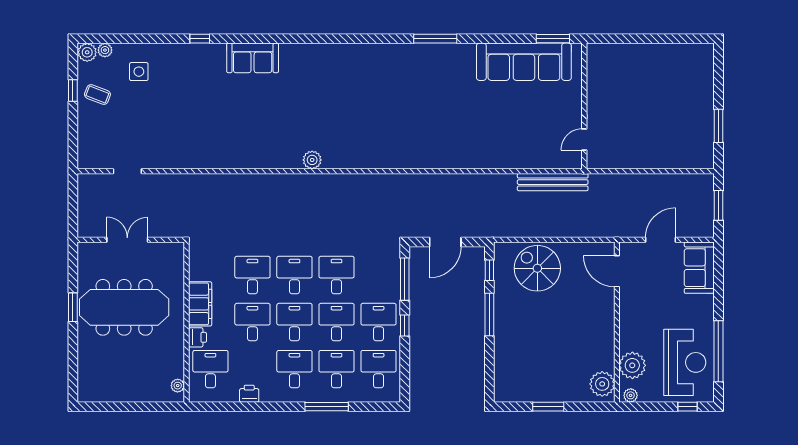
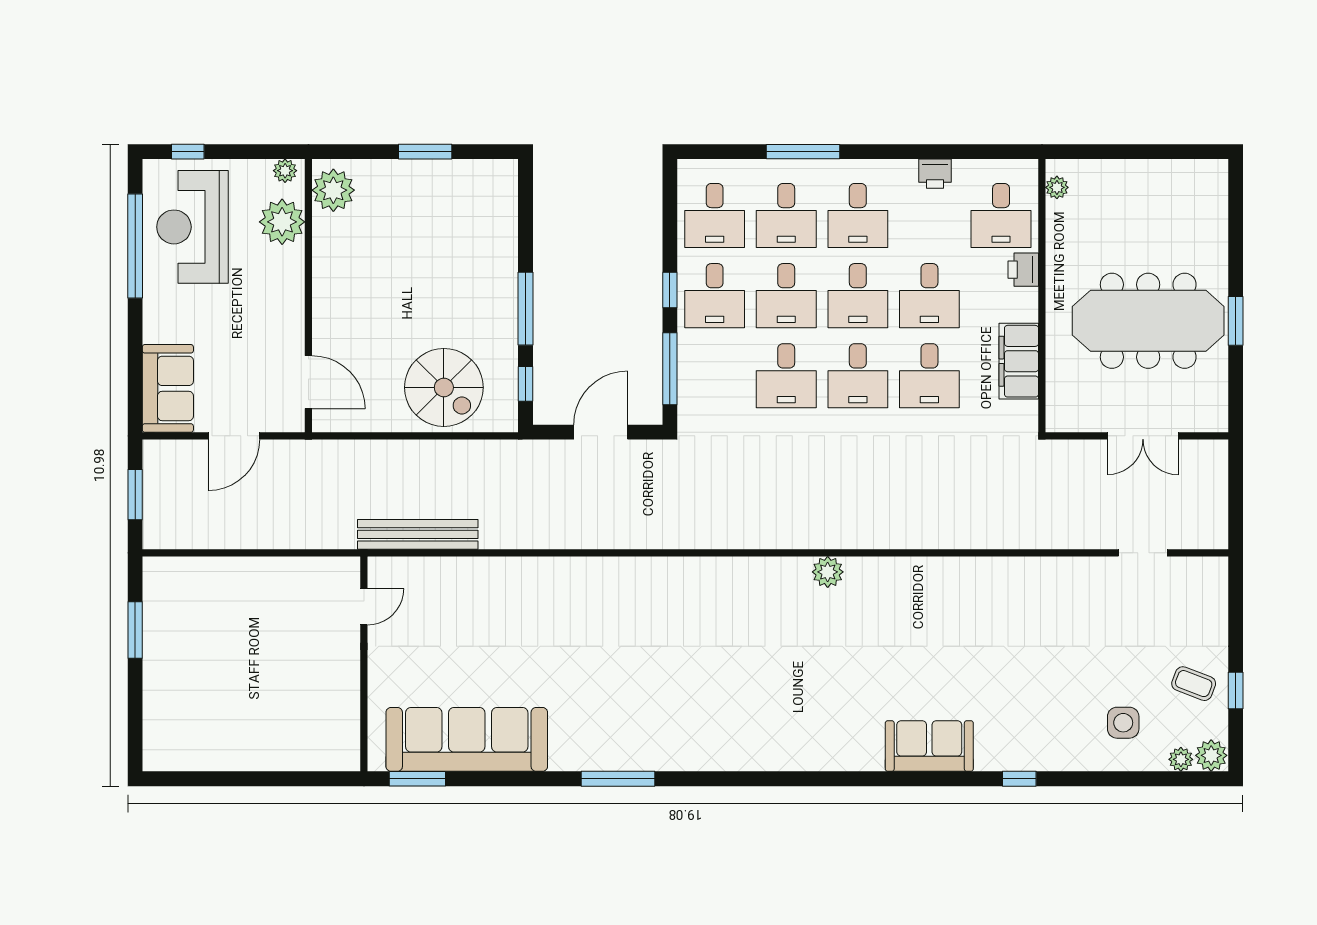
filing cabinet: (200, 304) -> (1019, 361), moved

